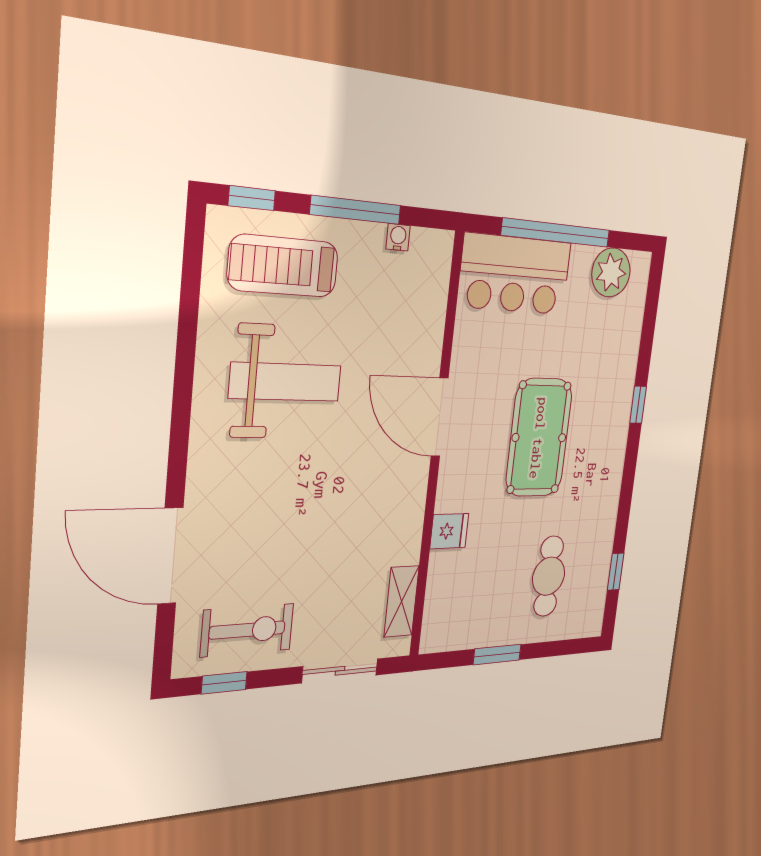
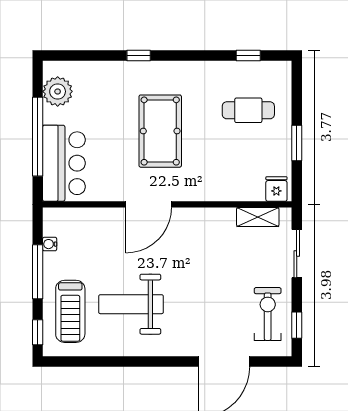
weight bench: (286, 382) -> (131, 304), turned -90
pool table: (539, 438) -> (160, 131), turned 90
fridge: (449, 531) -> (276, 189), moved

